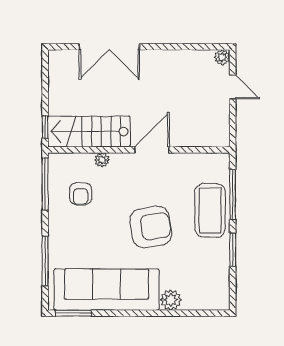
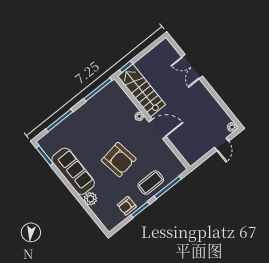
double door: (109, 47) -> (192, 67), width x0.73
plant: (102, 160) -> (139, 116), moved
armchair: (81, 194) -> (127, 206), moved
coffee table: (210, 210) -> (151, 183), width x0.73, depth x0.76
sofa: (107, 290) -> (73, 171), width x0.74, depth x0.79

